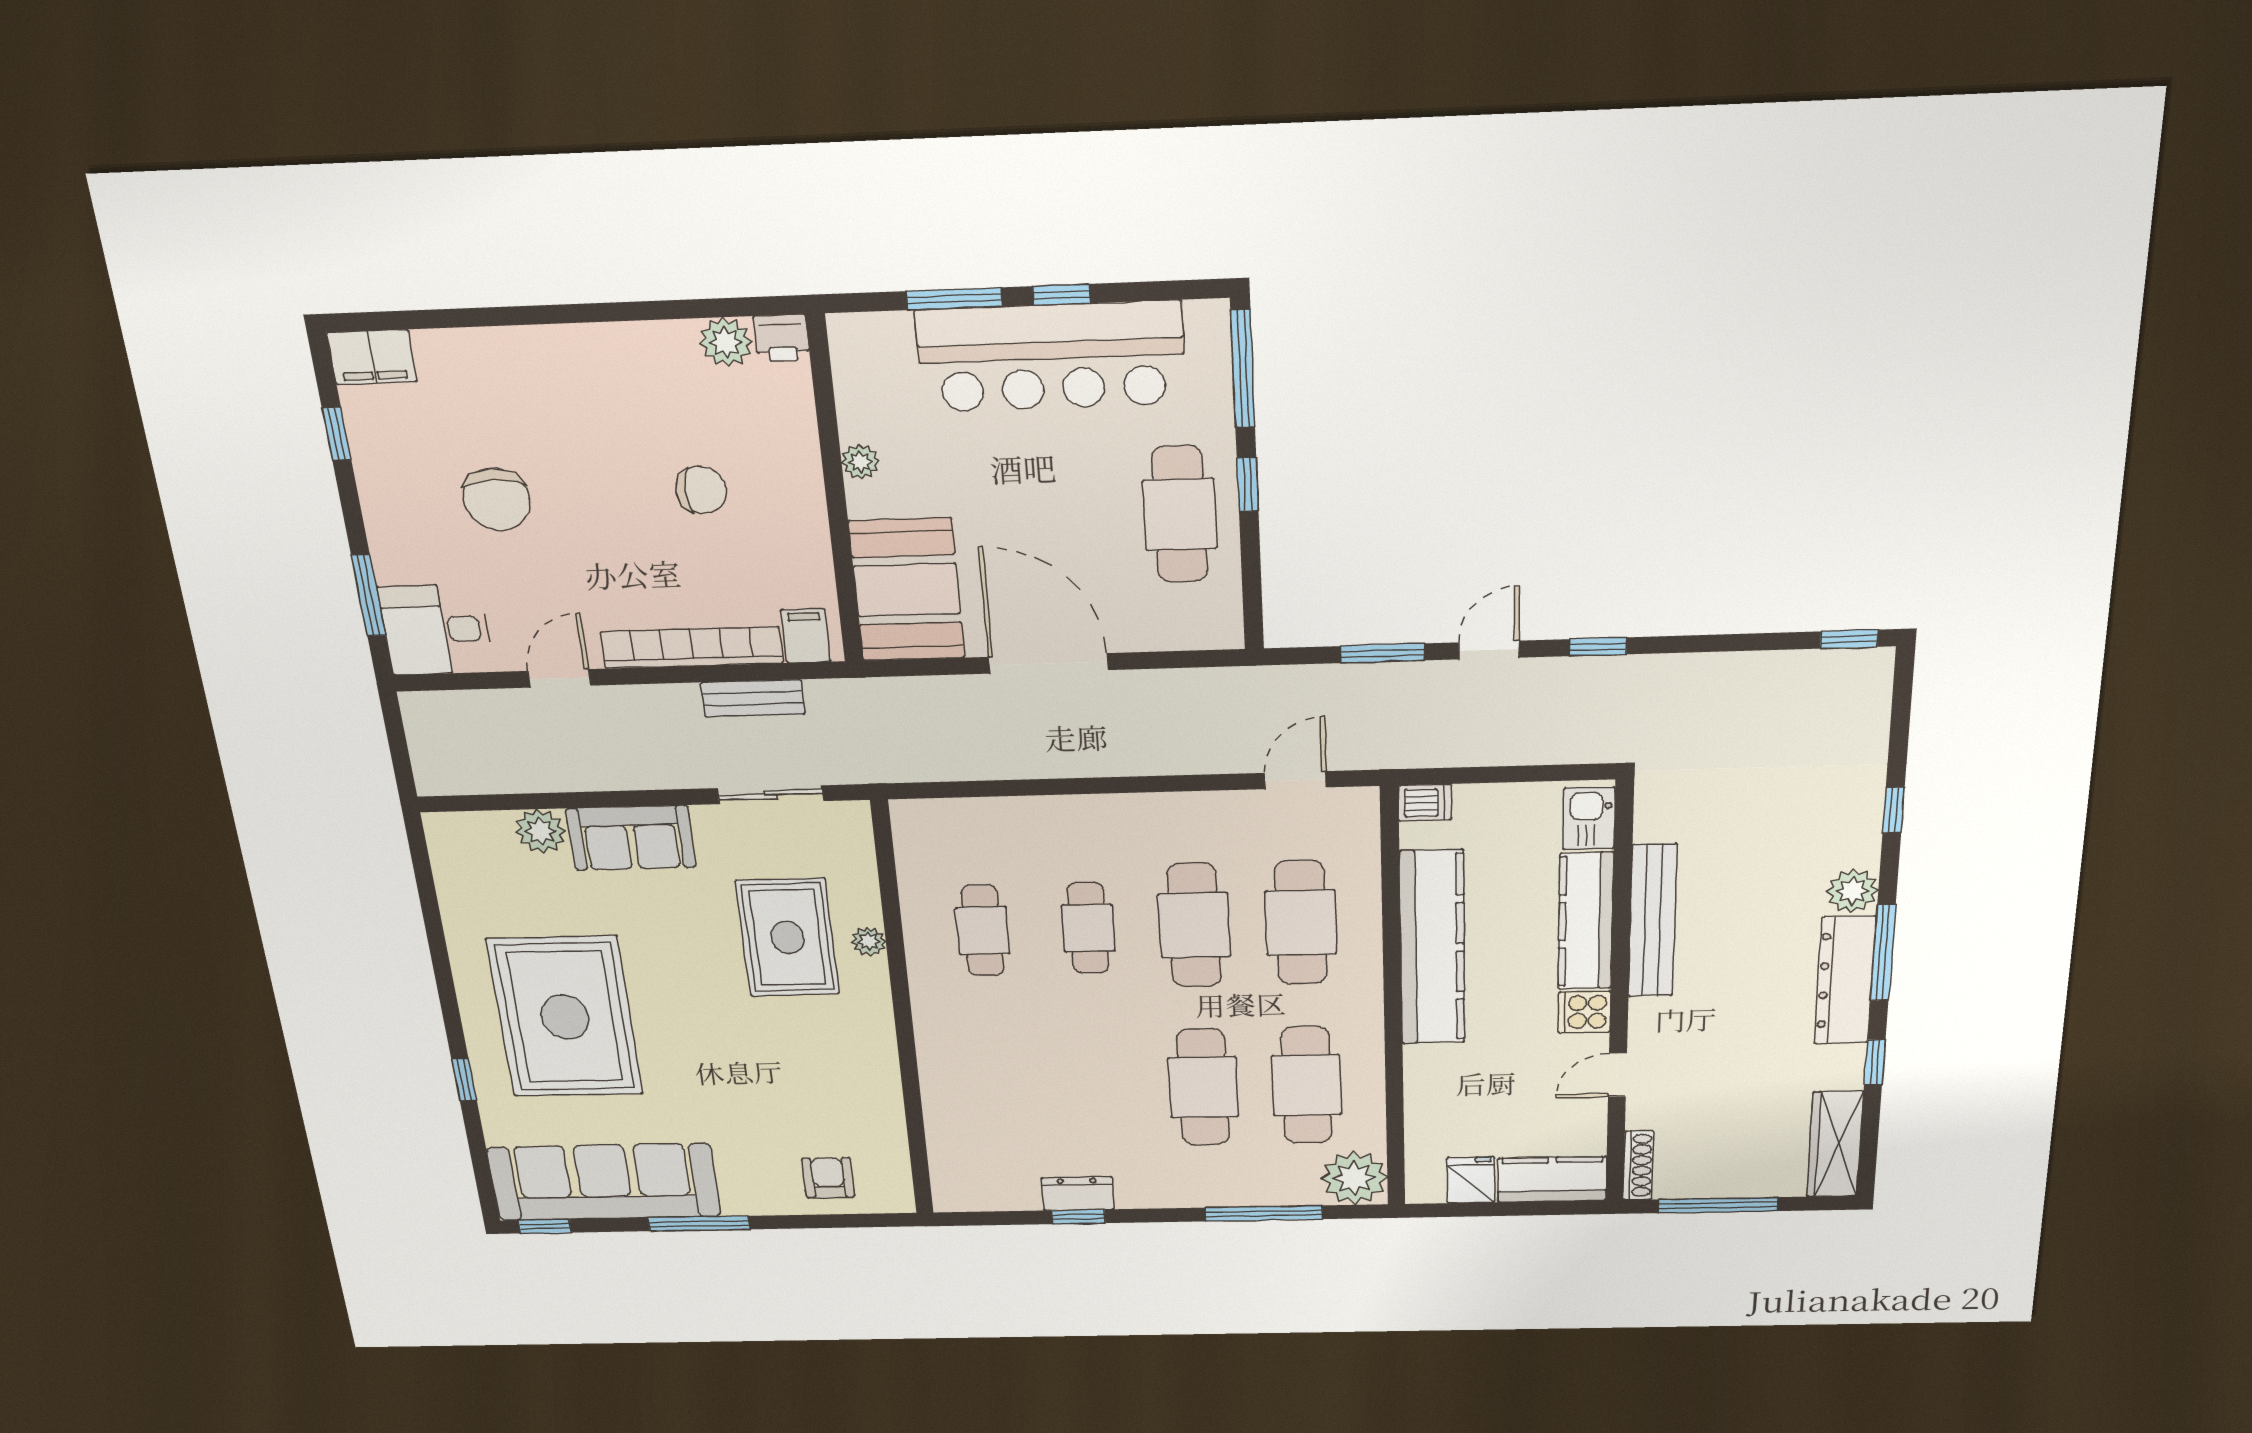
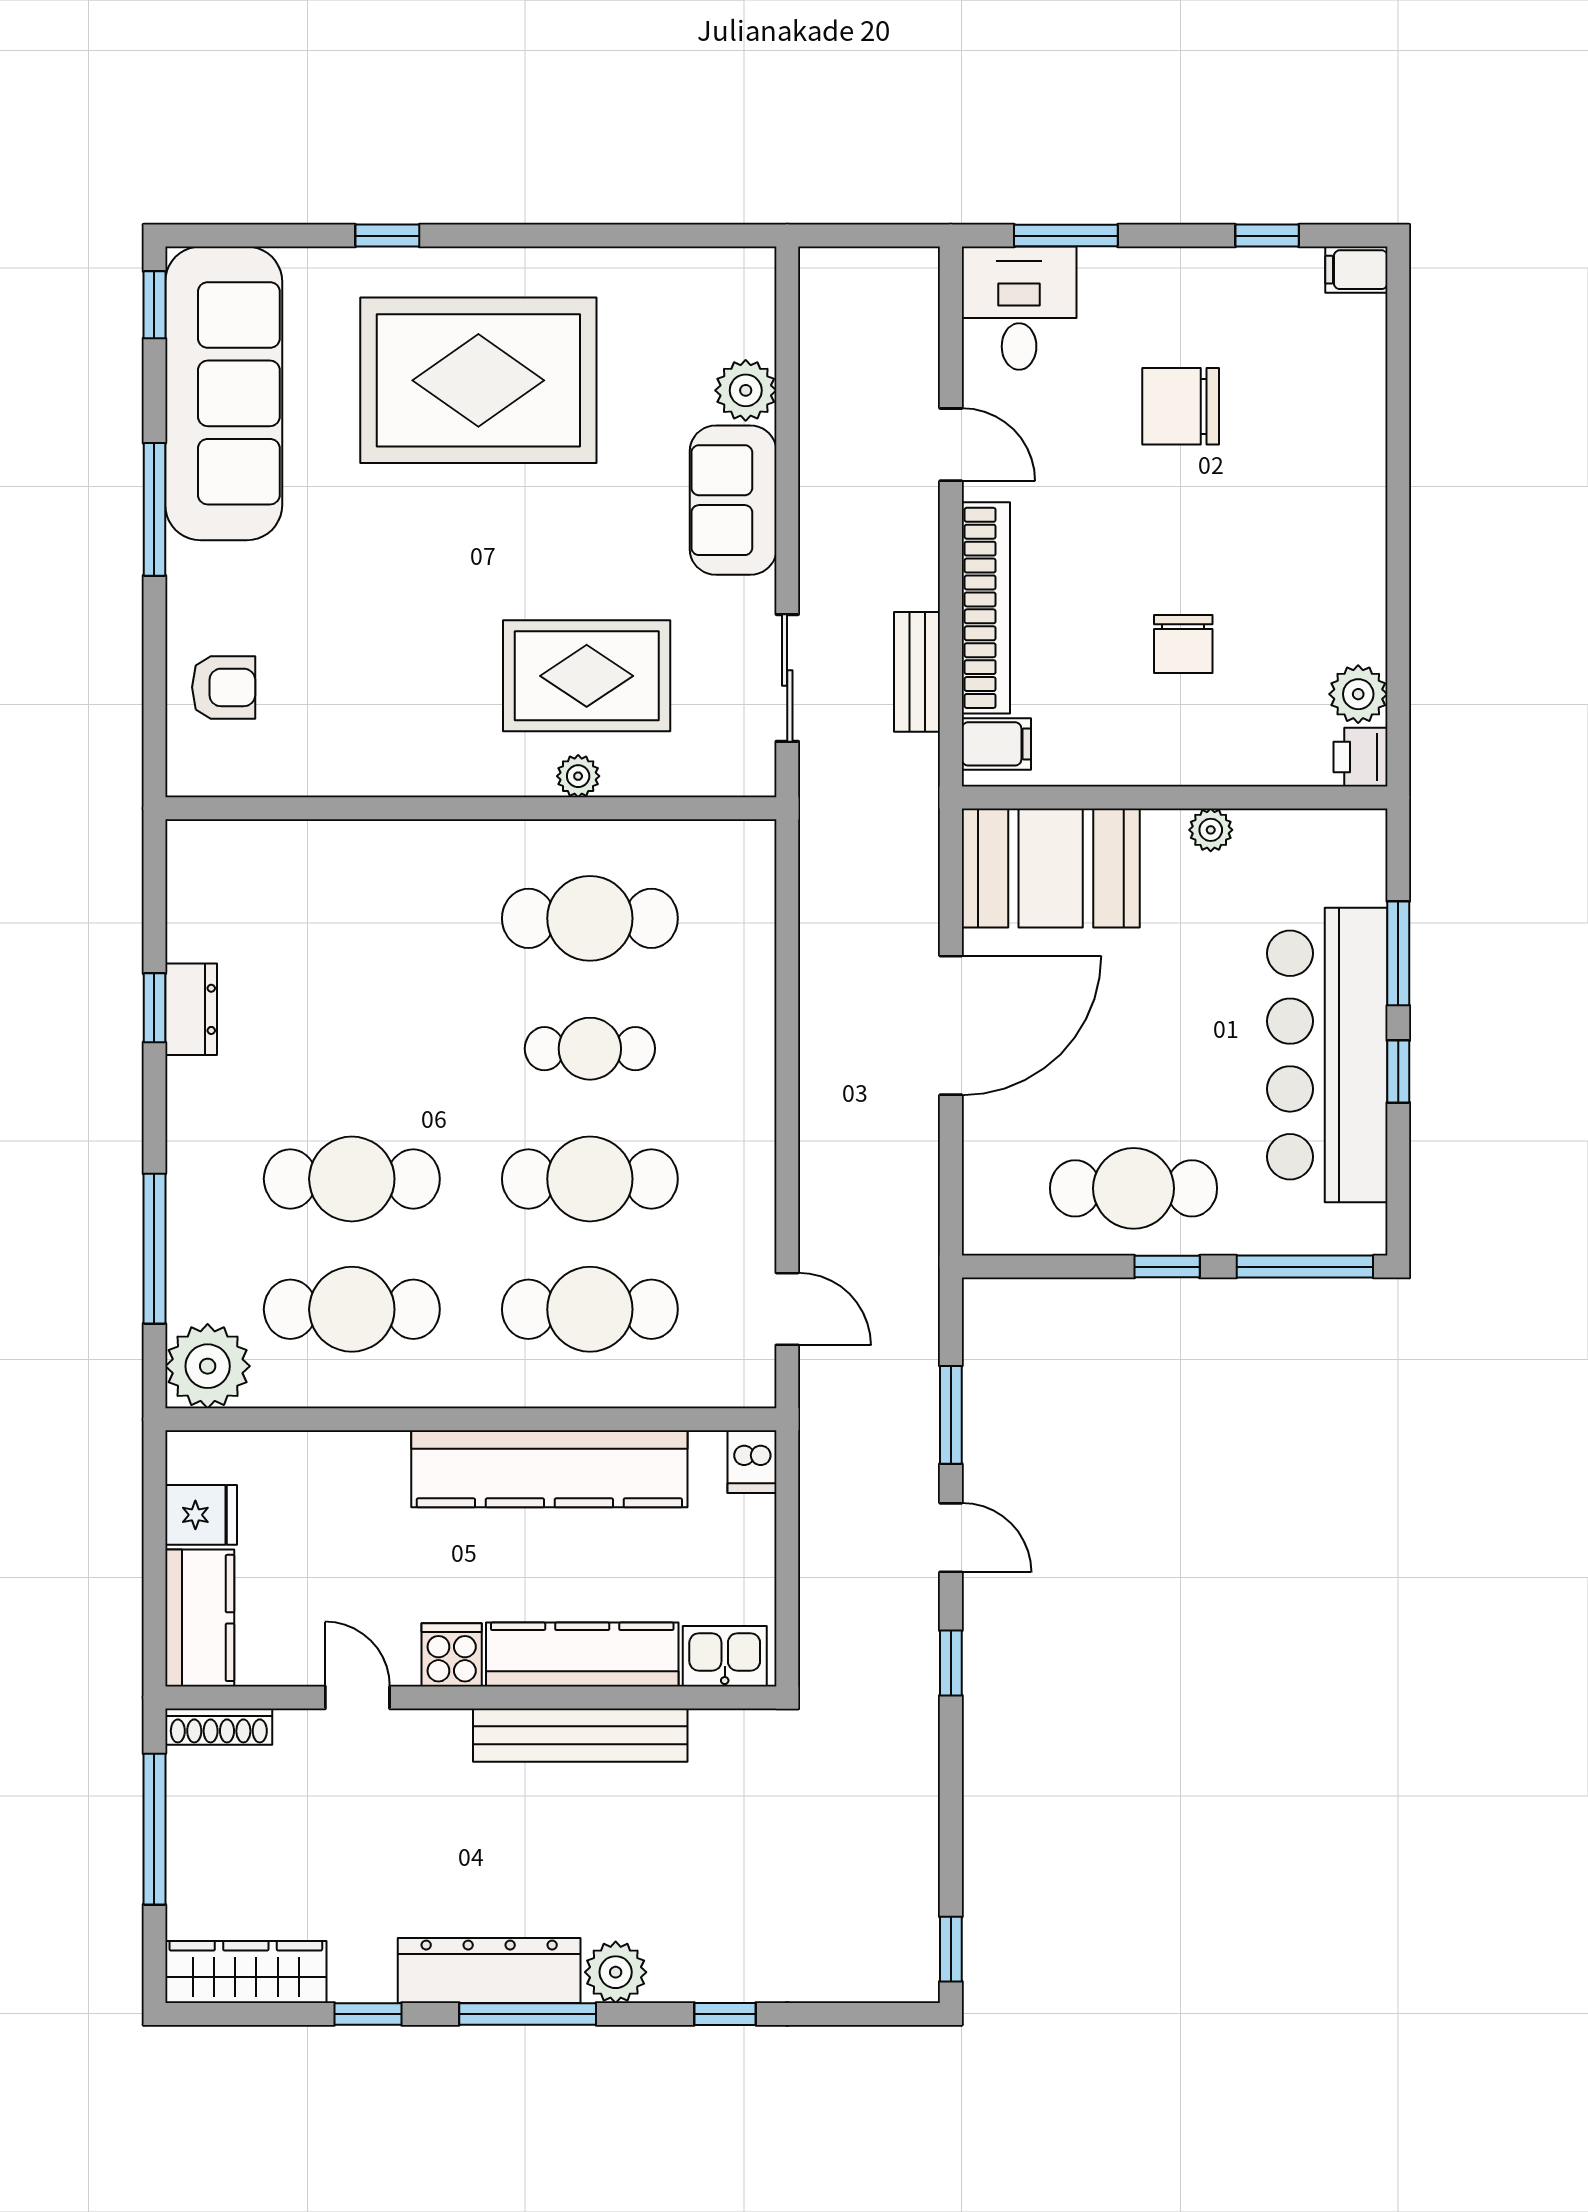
filing cabinet: (372, 357) -> (1356, 270), width x0.50
cafe table: (983, 931) -> (590, 918), width x1.37, depth x1.35

